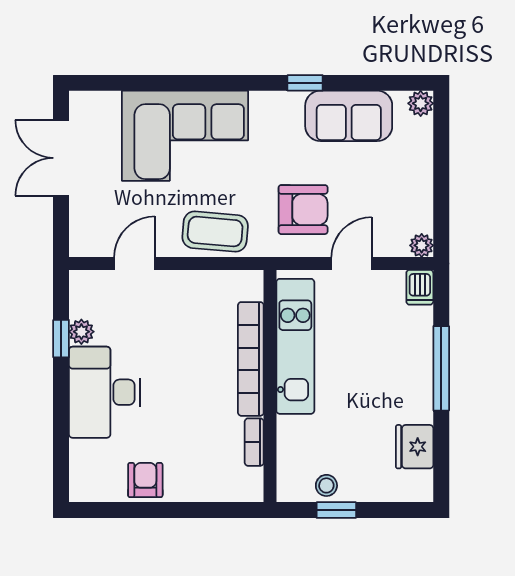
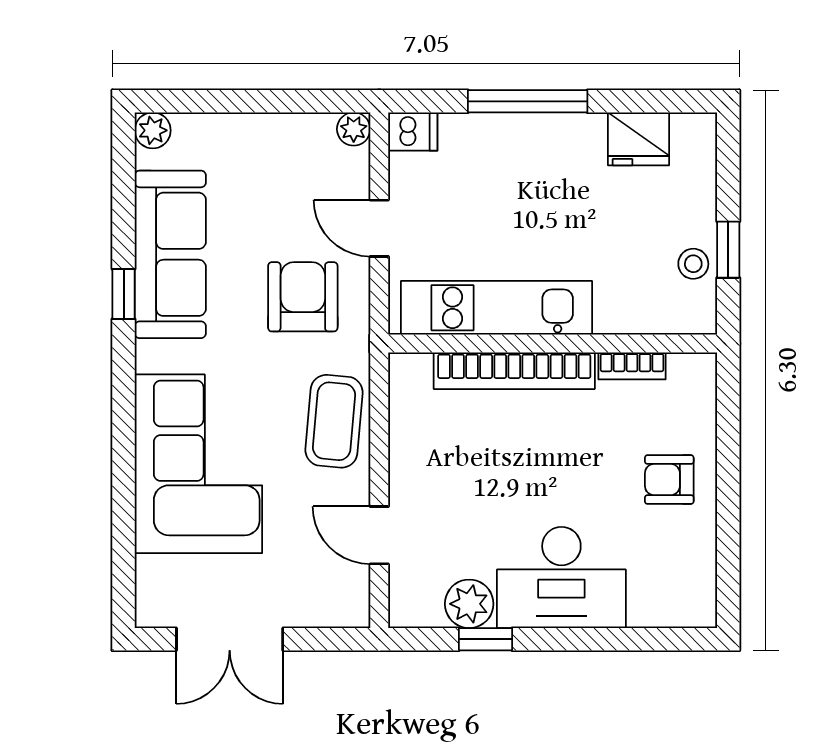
sofa: (349, 116) -> (170, 254), width x1.36
plant: (81, 332) -> (469, 604), width x1.38, depth x1.38
armchair: (145, 480) -> (669, 480), moved

